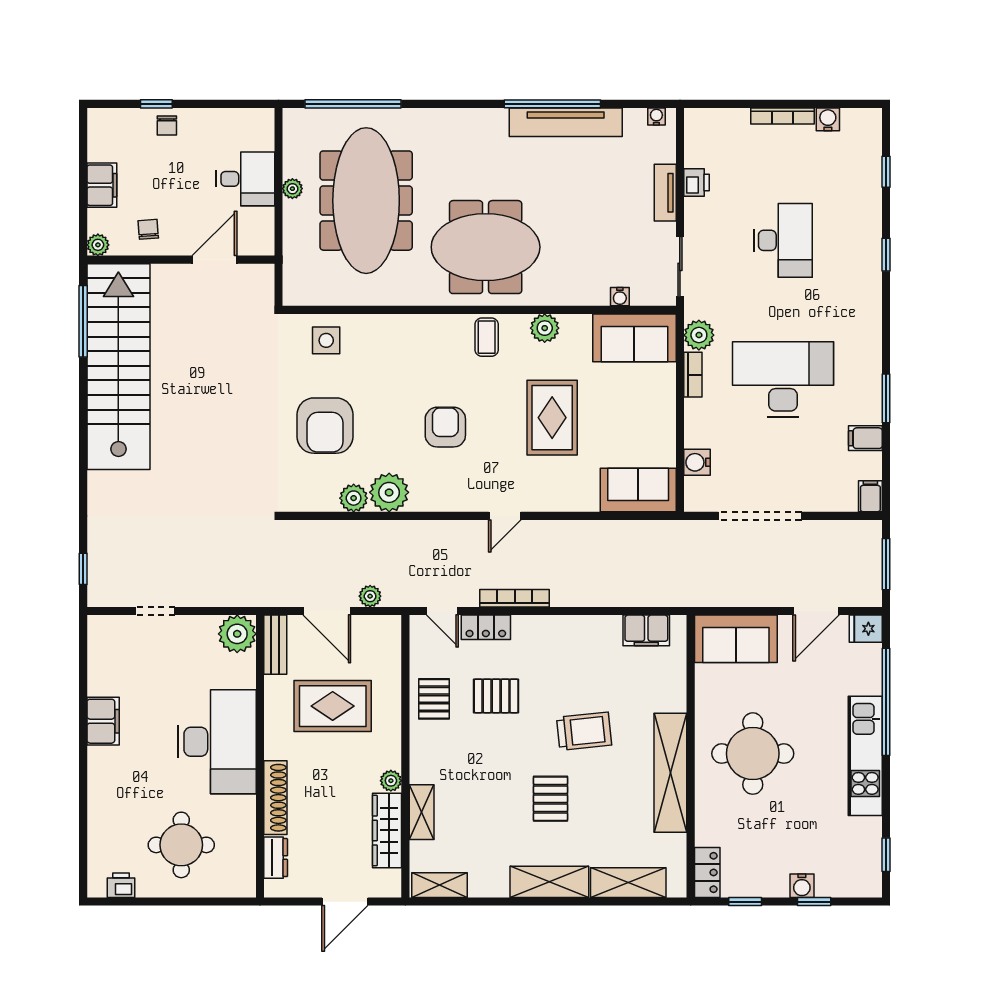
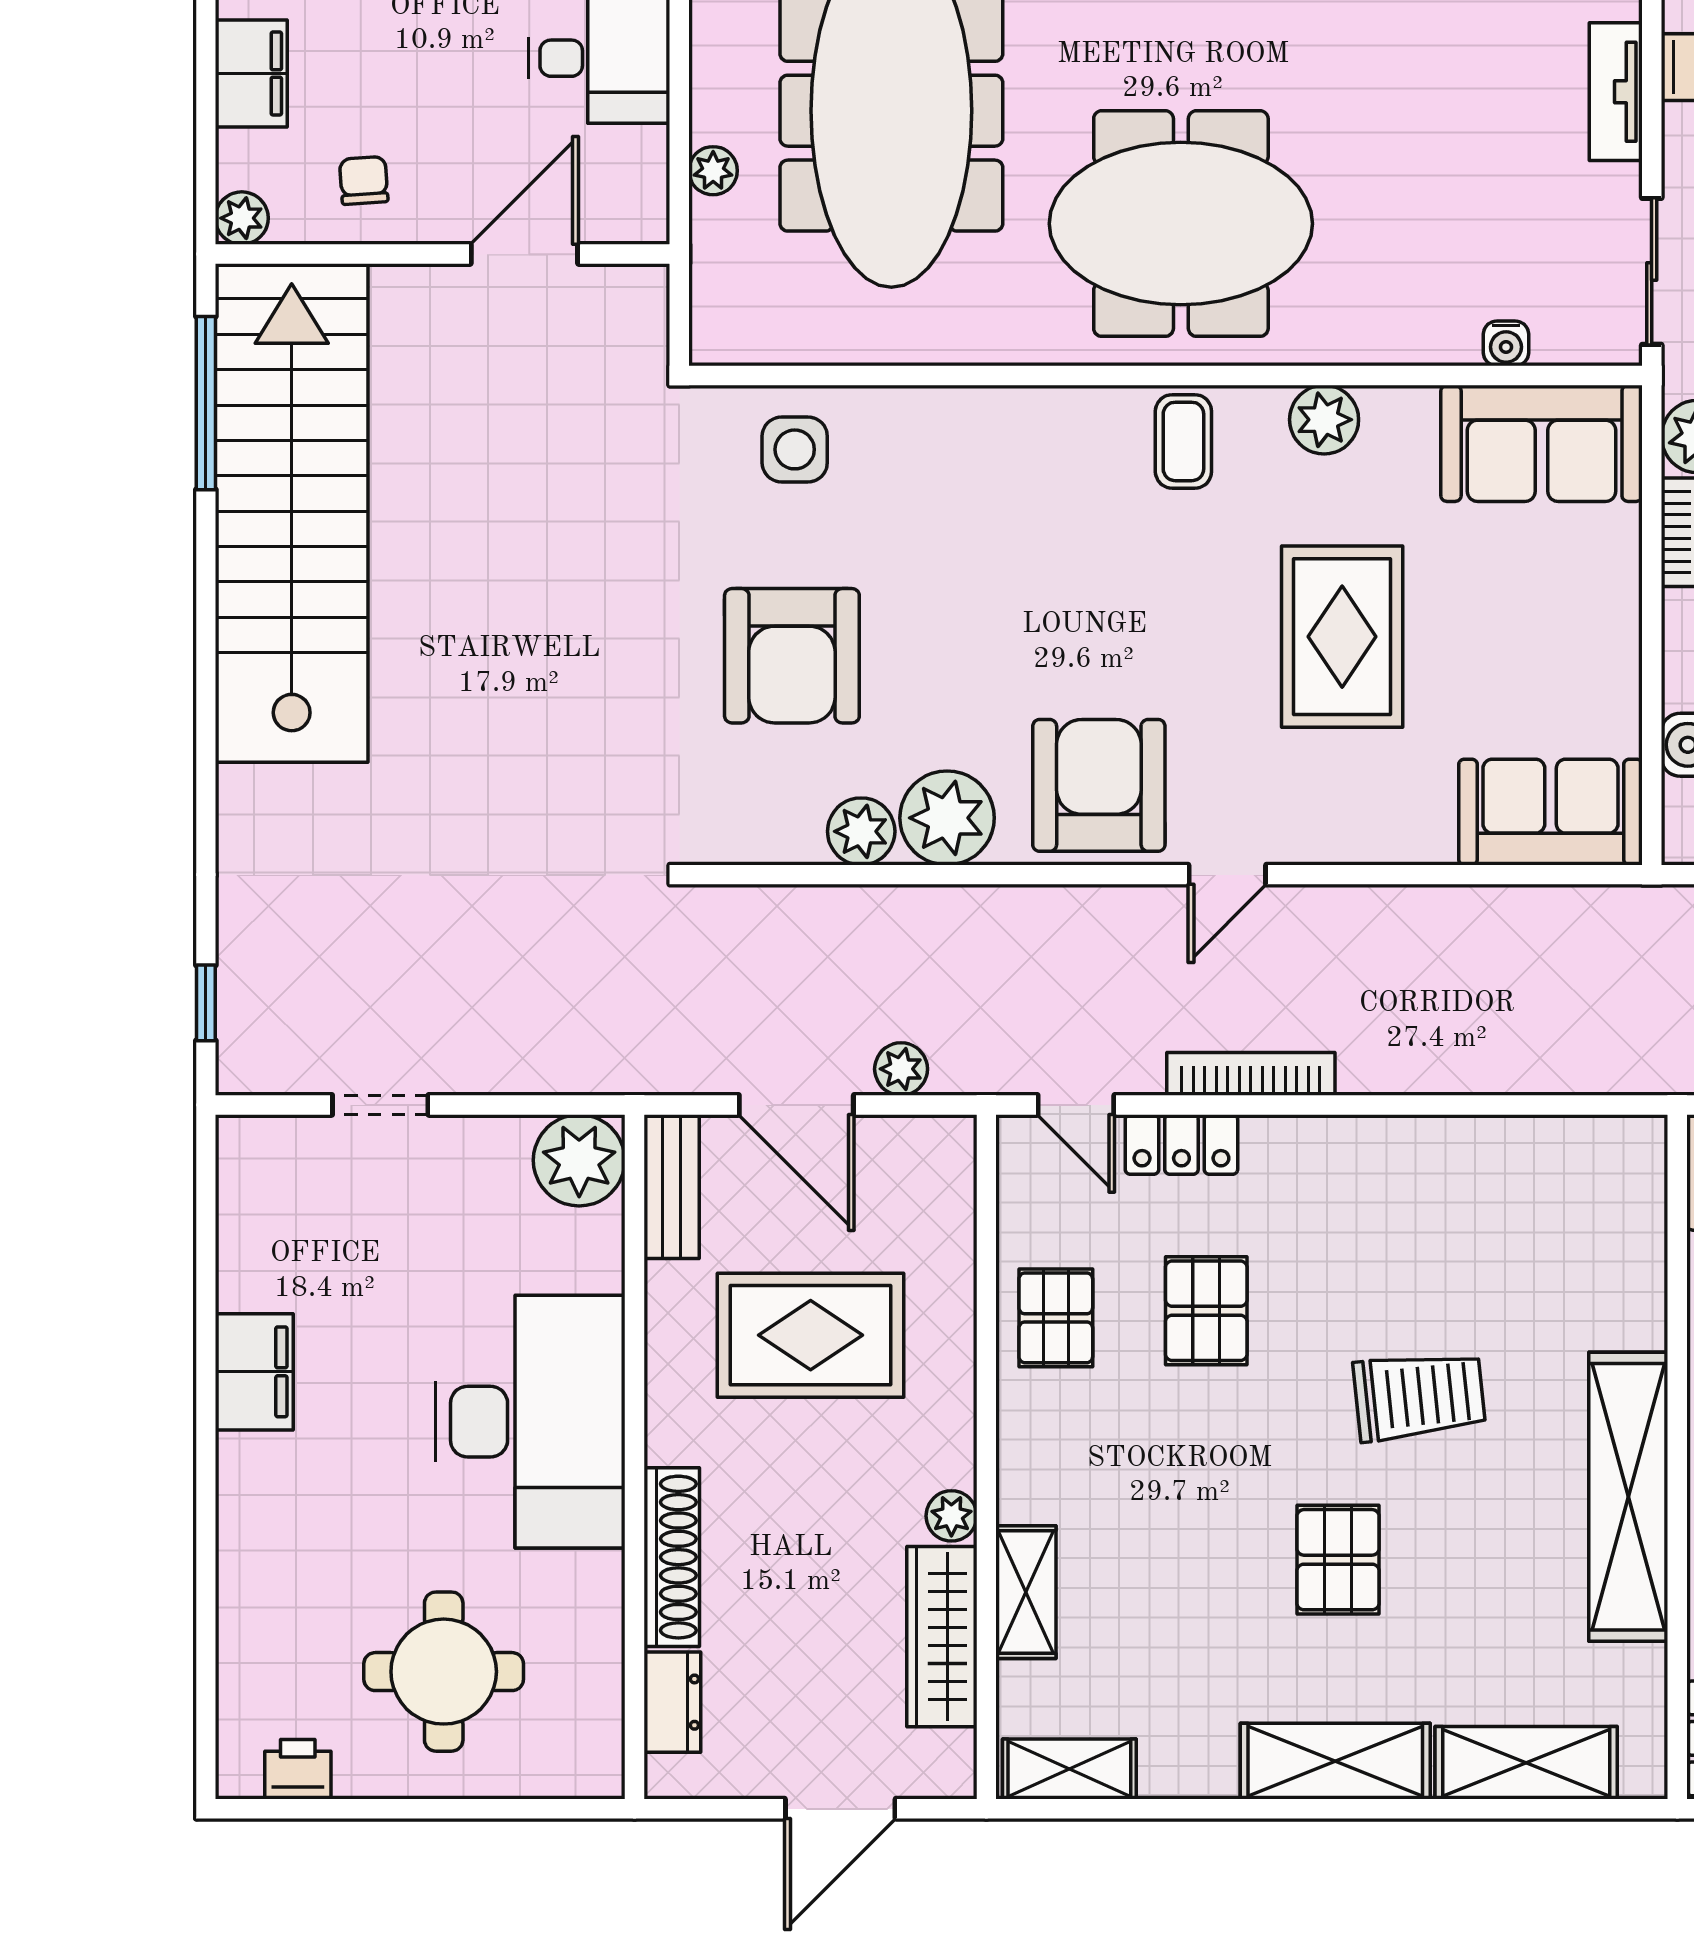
plant: (292, 189) -> (713, 171), moved
armchair: (445, 427) -> (1099, 785), moved, width x1.36, depth x1.36
filing cabinet: (646, 630) -> (1570, 1152), removed
pallet: (496, 696) -> (1206, 1311), turned 90

